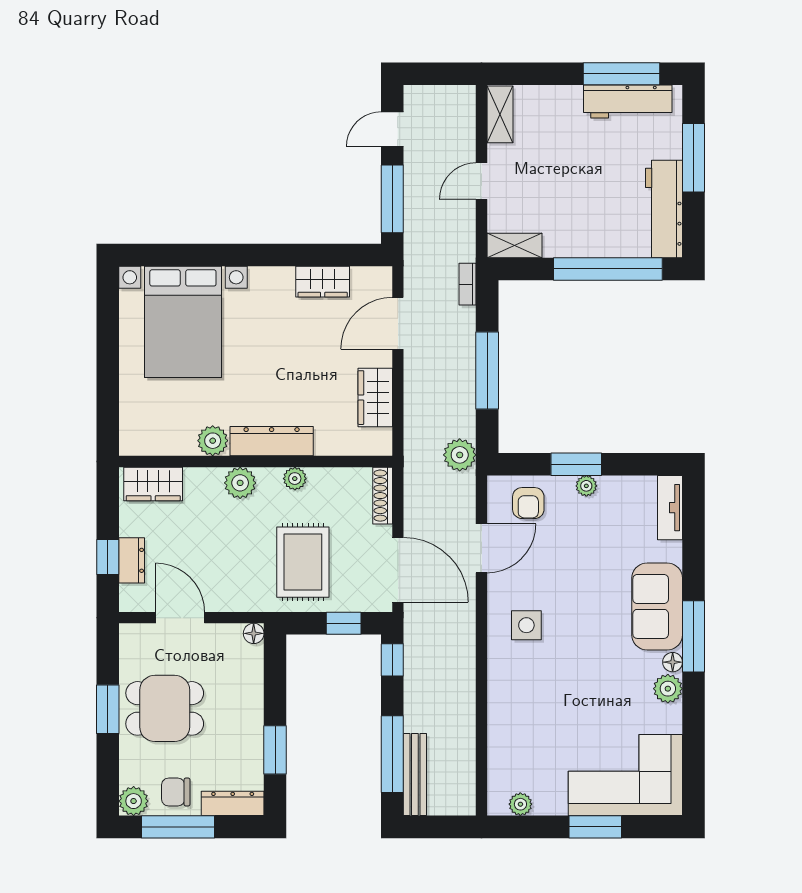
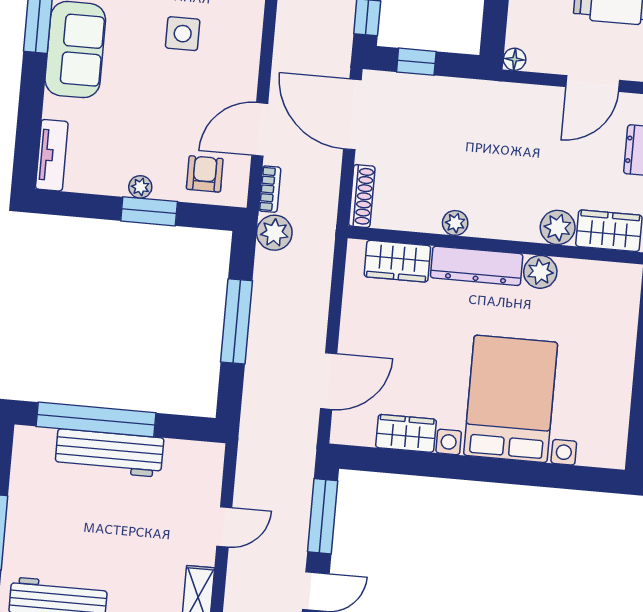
workbench: (664, 209) -> (109, 453), moved, turned 90
shelving: (515, 245) -> (195, 454), removed
bookcase: (468, 284) -> (270, 189), moved
bed with nightstands: (183, 322) -> (511, 399), moved
wardrobe: (375, 398) -> (397, 261), moved, turned 90
plant: (240, 483) -> (558, 227), moved
rug: (303, 562) -> (454, 132), removed
door: (180, 618) -> (593, 83), hinge flipped
side table: (526, 625) -> (183, 34), moved

